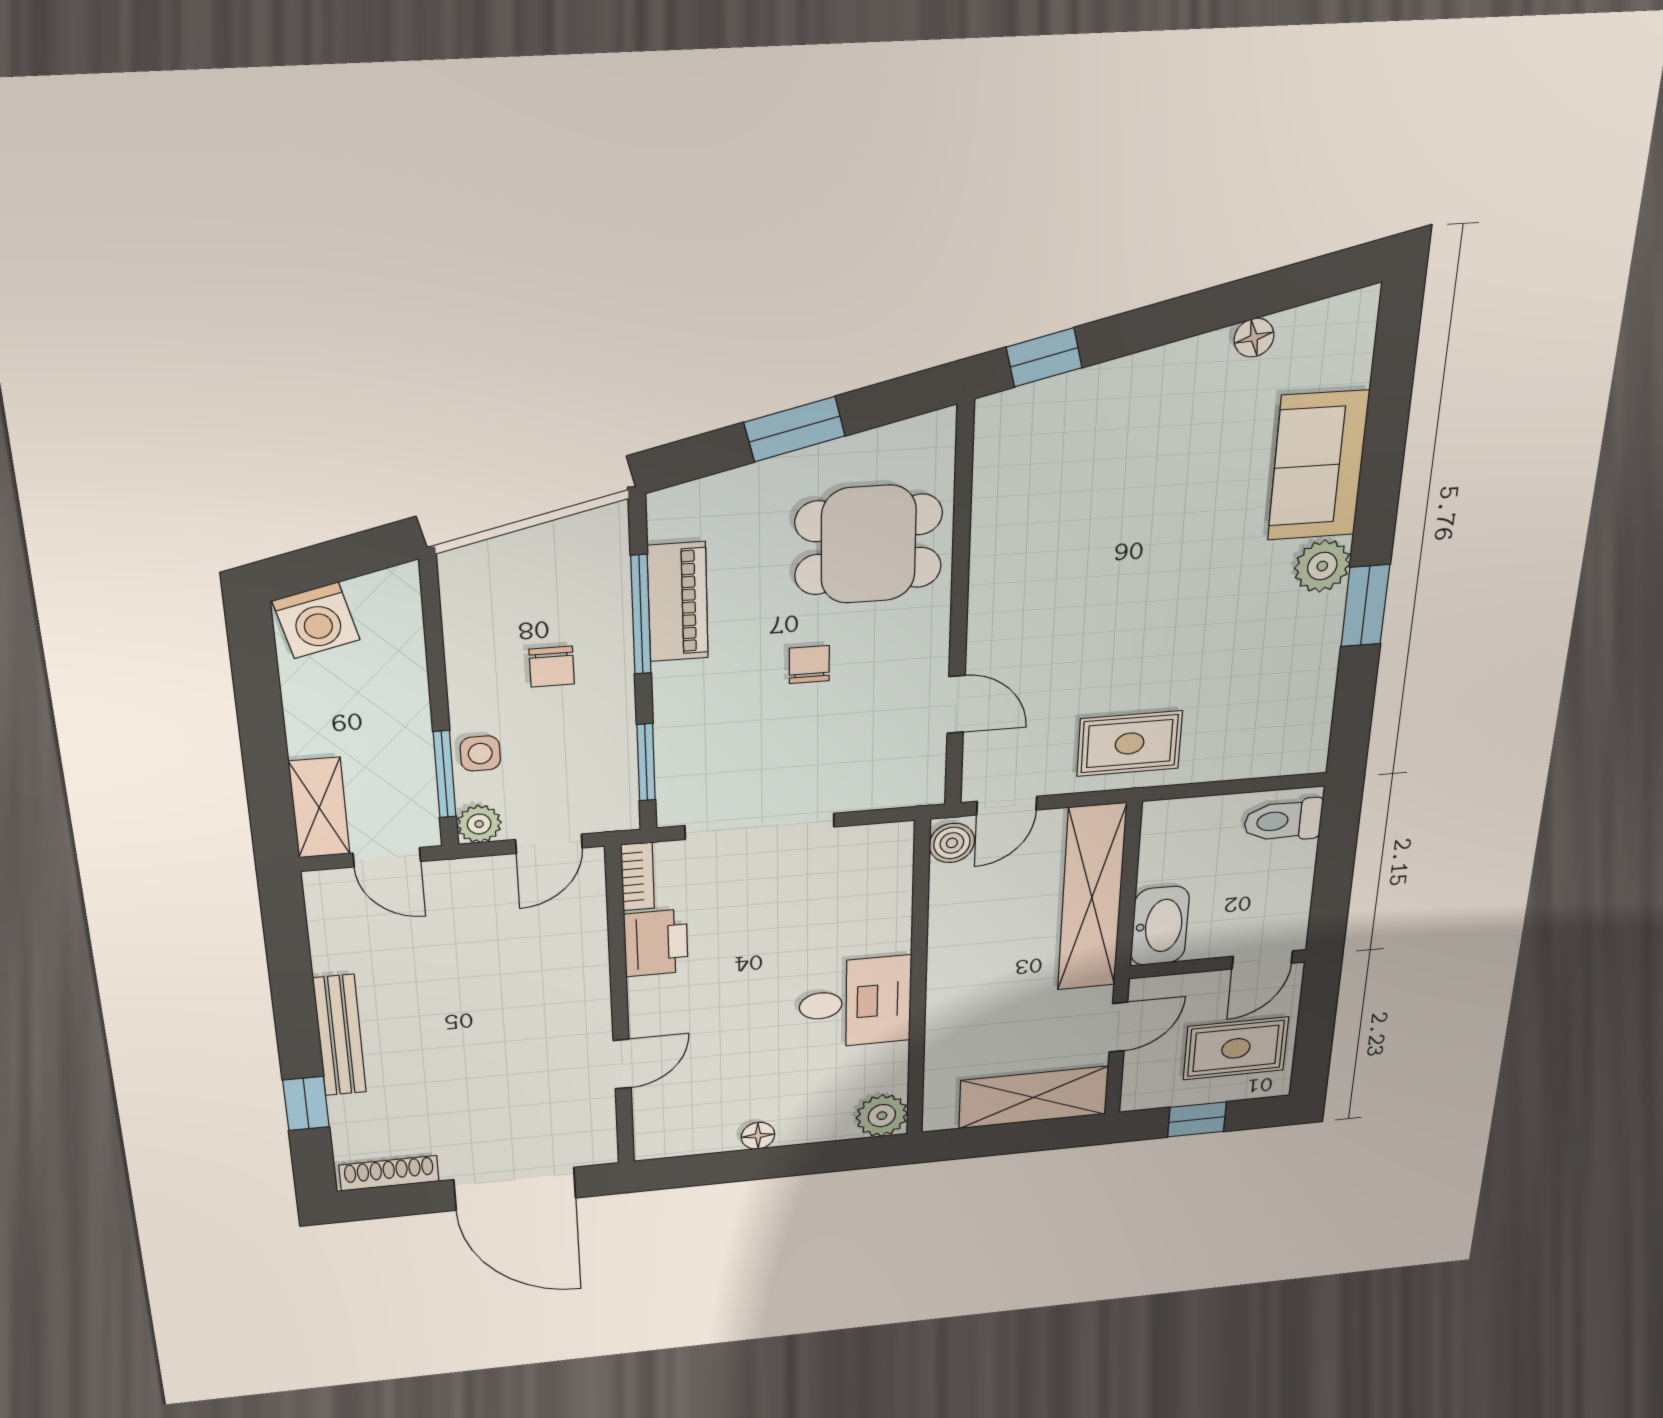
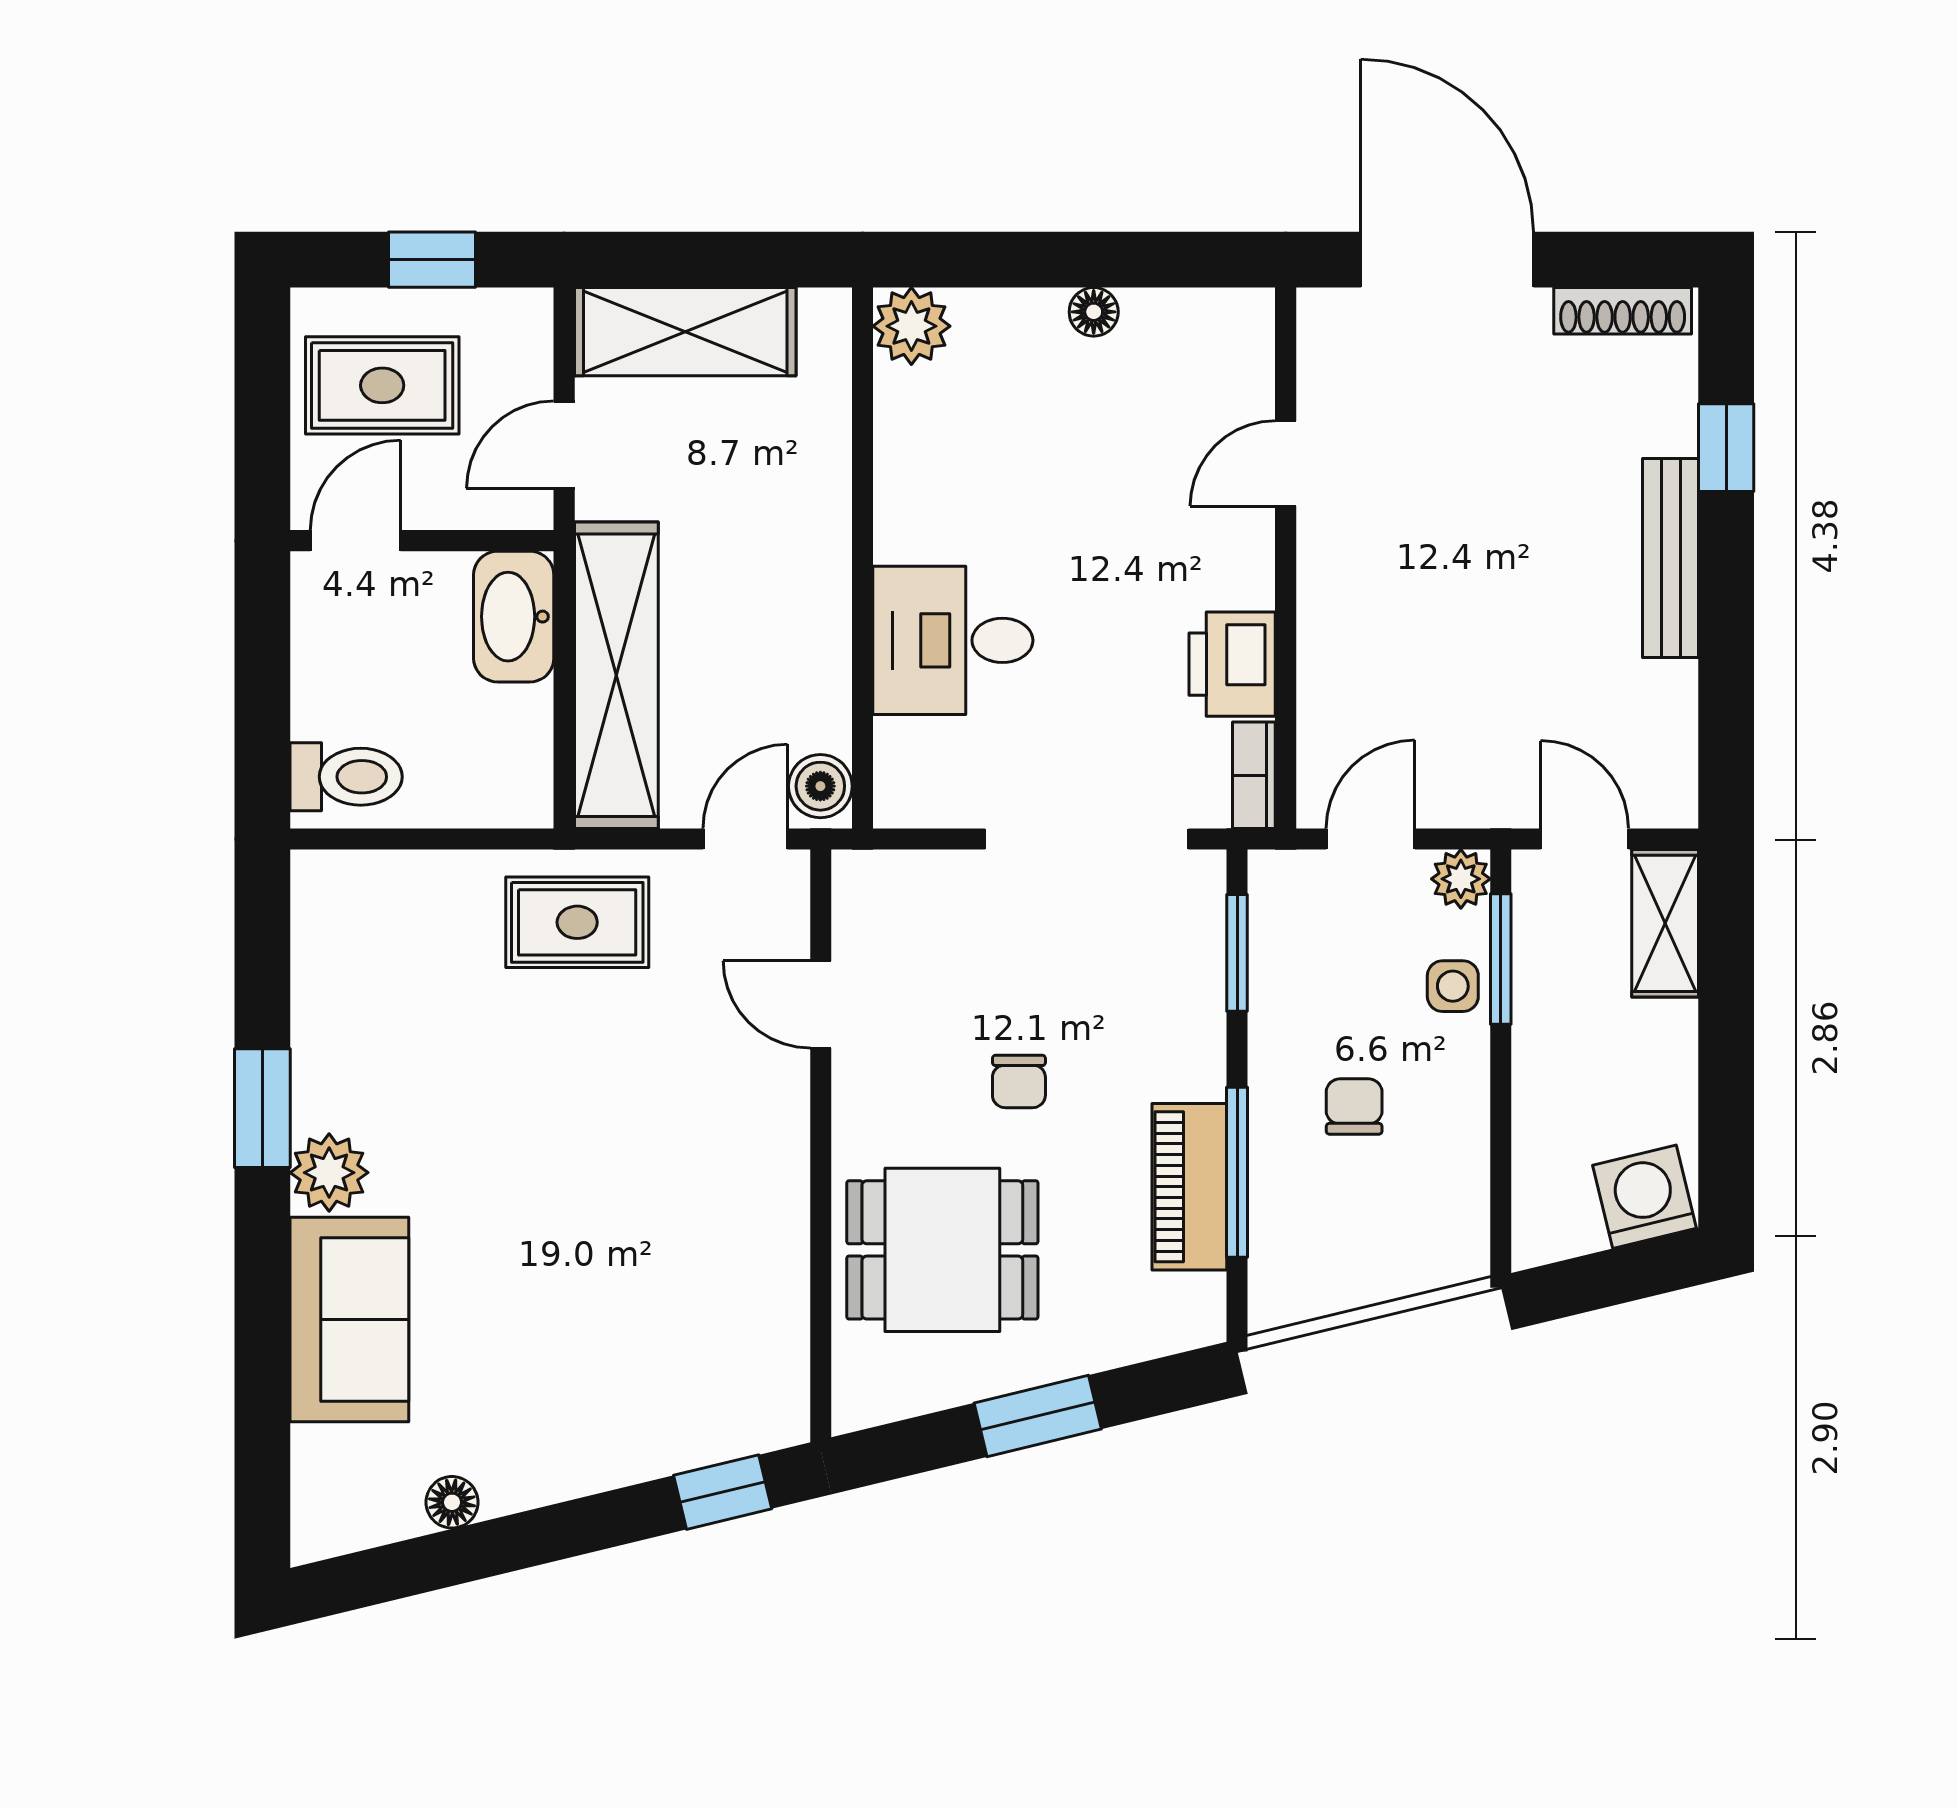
desk: (855, 1003) -> (953, 640), moved

